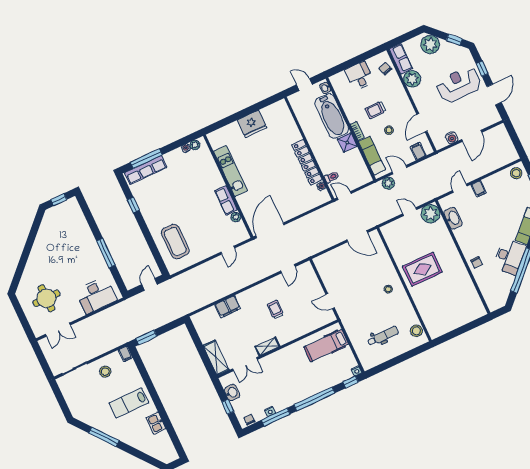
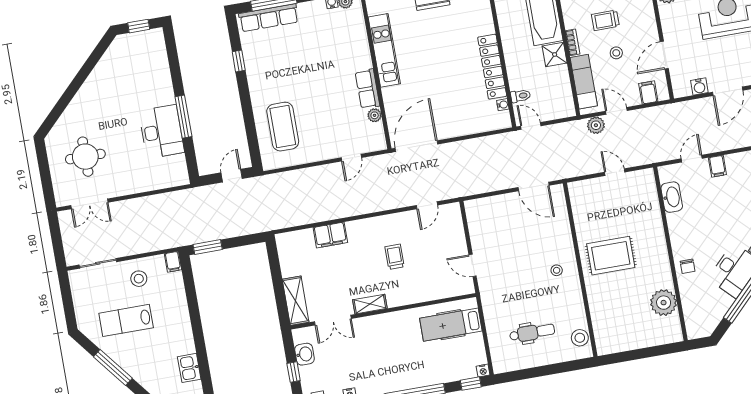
plant: (431, 214) -> (664, 303), moved
desk: (96, 295) -> (161, 132), moved, turned -90
lab bench: (129, 403) -> (126, 320), moved

